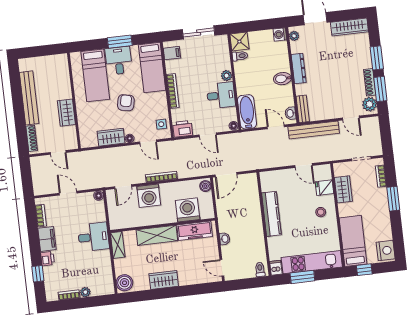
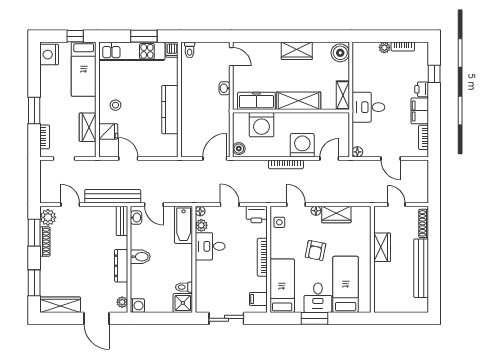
window: (377, 58) -> (34, 283), moved
plant: (227, 76) -> (201, 225), moved

